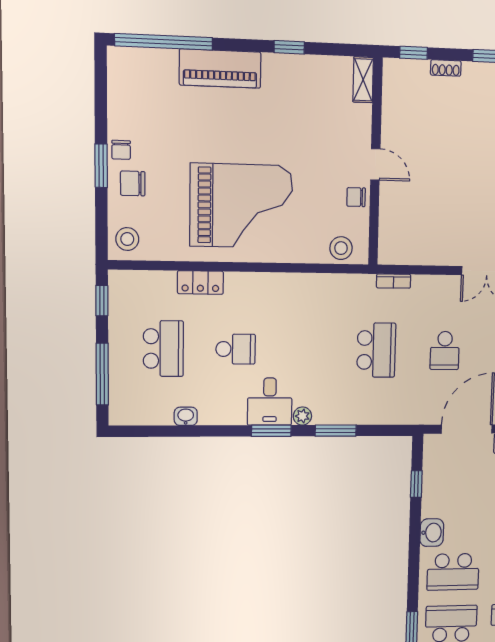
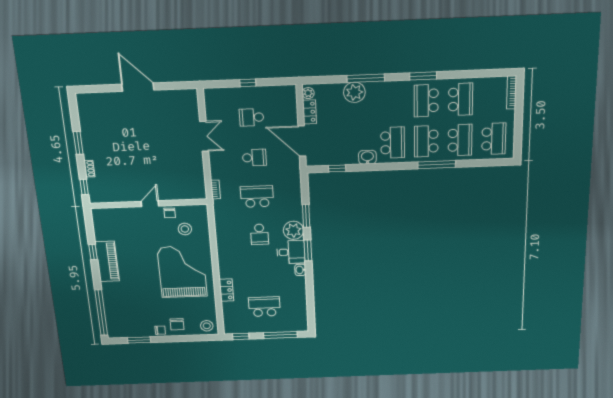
piano: (220, 69) -> (107, 261), moved
shelving: (363, 80) -> (104, 213), removed
window: (101, 166) -> (139, 340), moved
stool: (341, 248) -> (185, 229), moved
school desk: (236, 349) -> (259, 234), moved, turned 180
washbasin: (186, 416) -> (300, 270), moved
plant: (302, 416) -> (293, 230), width x1.87, depth x1.87

